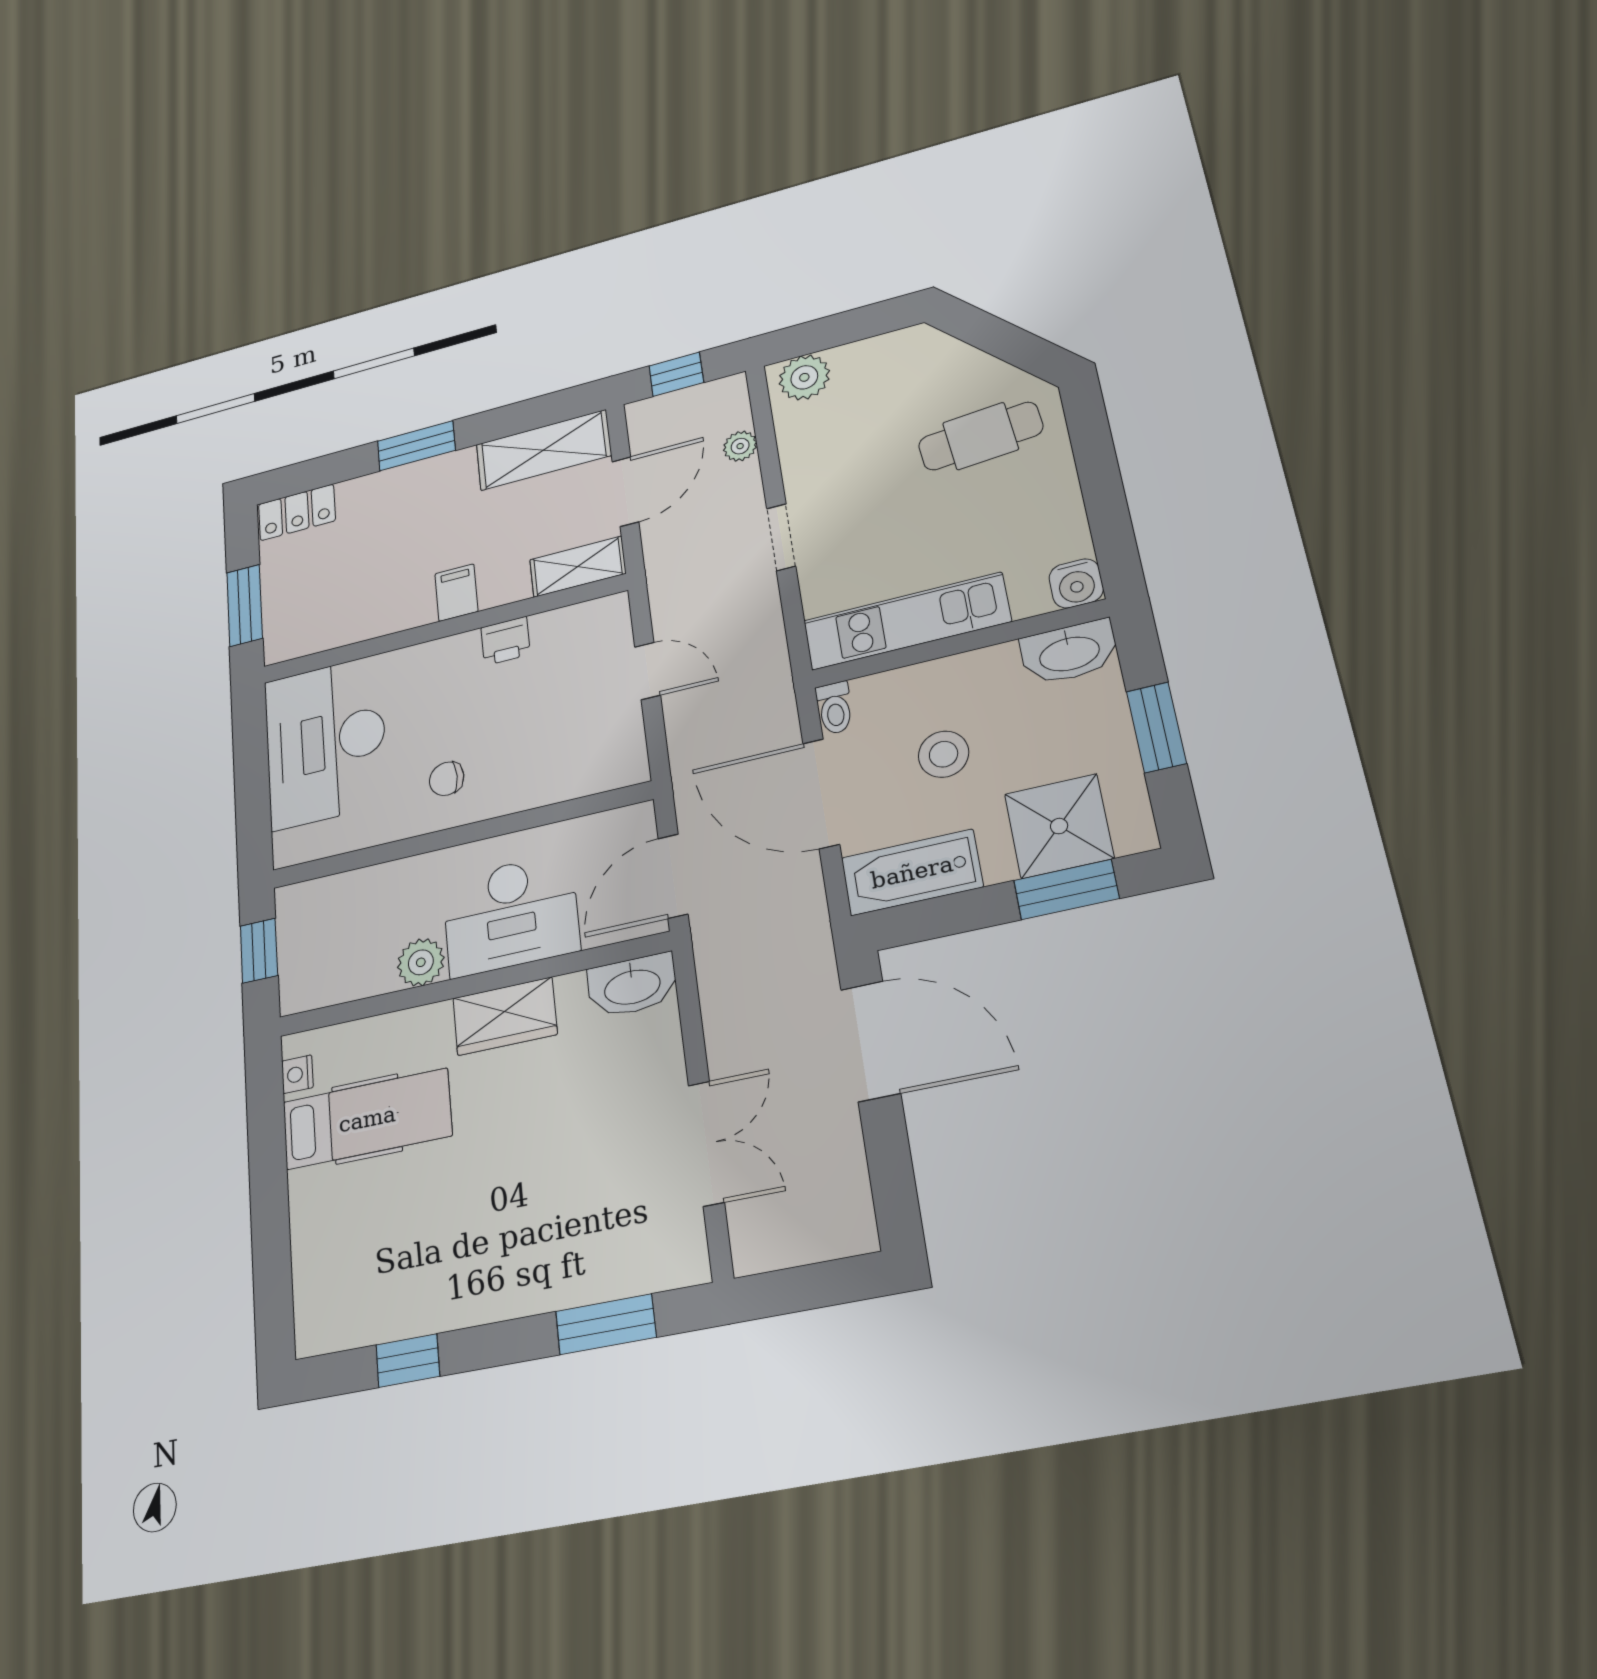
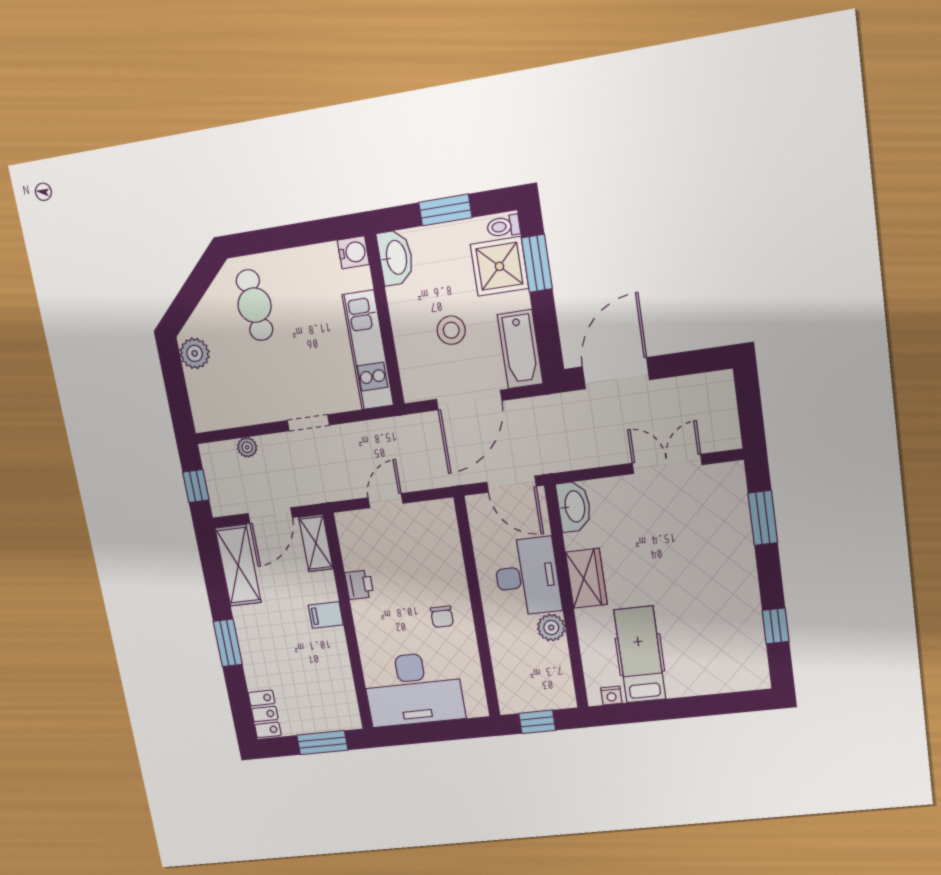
plant: (804, 377) -> (195, 353), moved
door: (625, 492) -> (270, 516), swing flipped
toilet: (835, 708) -> (503, 226), moved, turned 180

